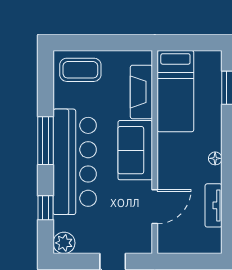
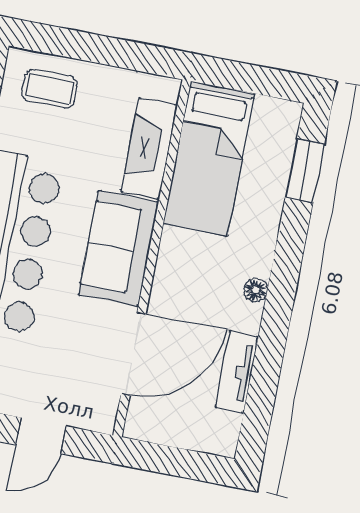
coffee table: (80, 70) -> (50, 89), width x0.73, depth x0.77
door: (155, 207) -> (133, 354), width x1.36

